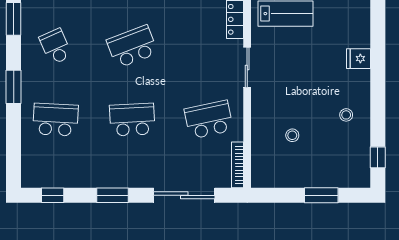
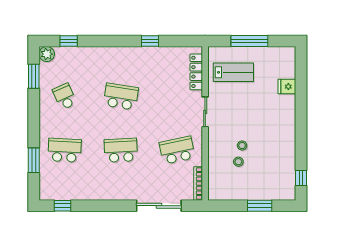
school desk: (132, 47) -> (121, 97), turned 30
fridge: (358, 59) -> (287, 87), moved
window: (14, 87) -> (34, 160), moved
stool: (346, 115) -> (242, 146), moved
window: (112, 195) -> (106, 206), removed

